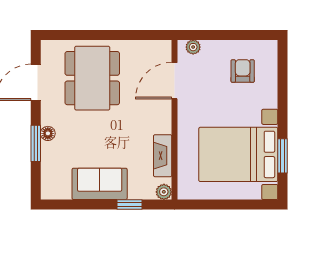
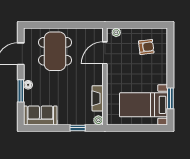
armchair: (243, 71) -> (146, 47), turned 83
bed with nightstands: (238, 154) -> (144, 105), width x0.73
sofa: (100, 184) -> (40, 115), moved

